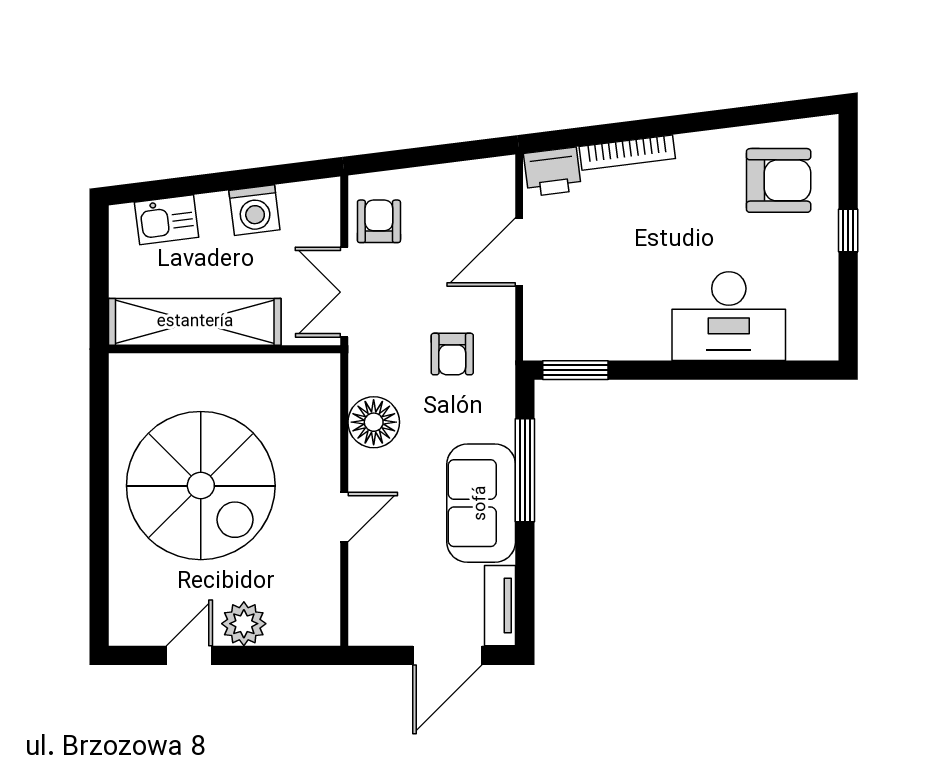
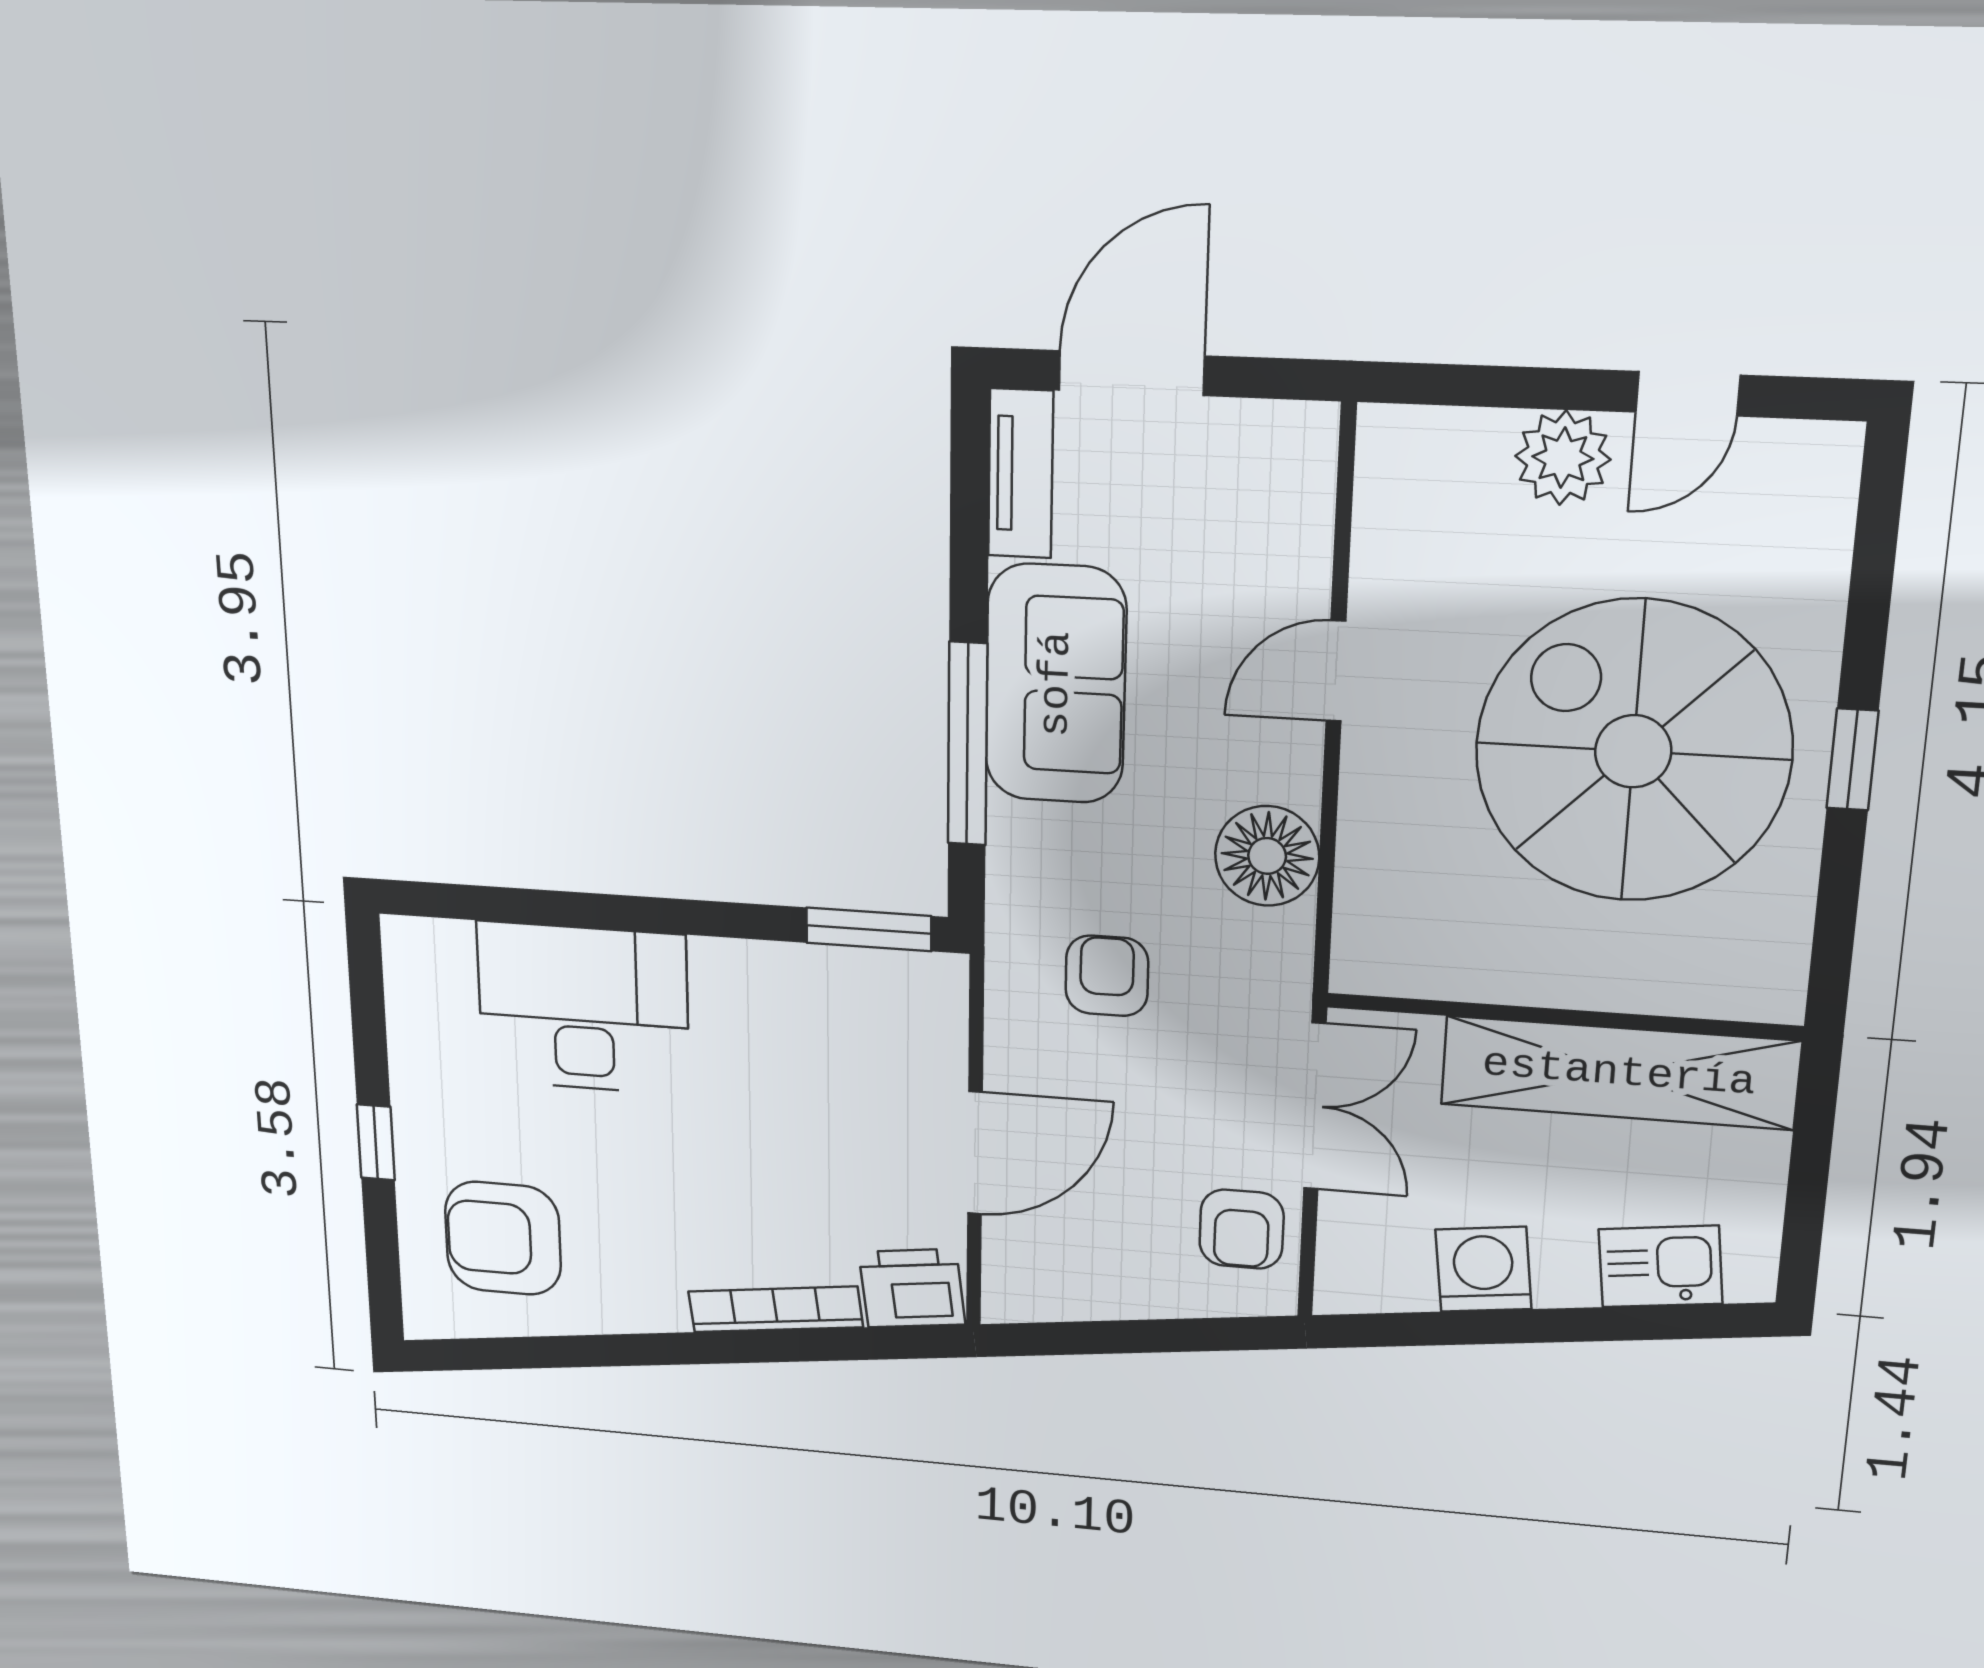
window: (99, 487) -> (1852, 760), added

